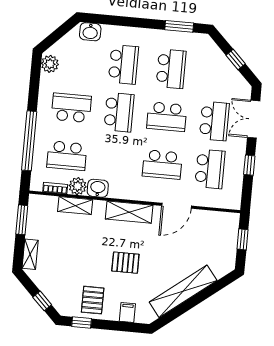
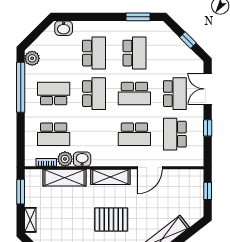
window: (29, 141) -> (21, 87), moved
school desk: (210, 169) -> (175, 134), turned 180
shelving: (75, 206) -> (64, 178), width x1.50, depth x1.33
pallet: (125, 263) -> (111, 219), width x1.50, depth x1.42

